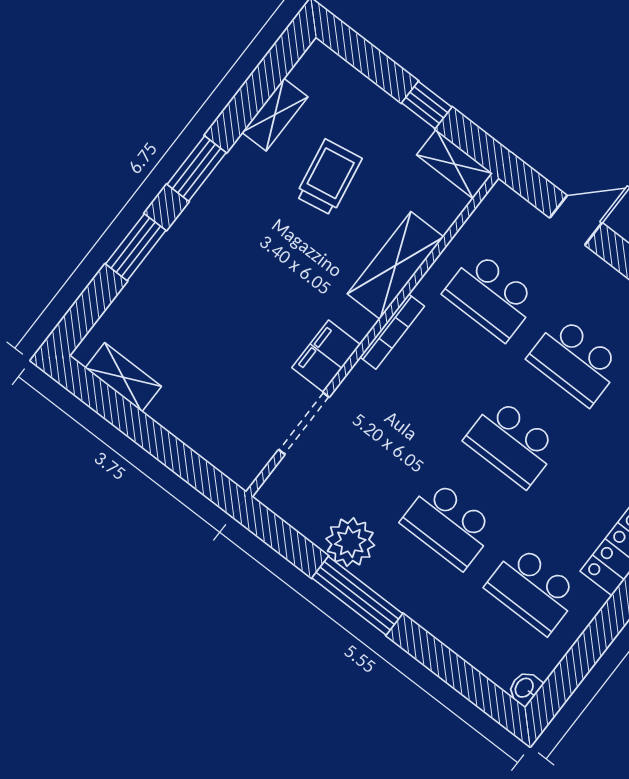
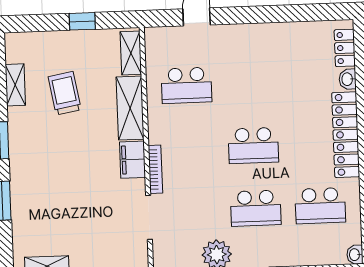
shelving: (455, 164) -> (131, 53), moved, turned 90
bookcase: (392, 332) -> (155, 169), moved
filing cabinet: (326, 356) -> (132, 160), moved
school desk: (575, 361) -> (251, 83), removed

